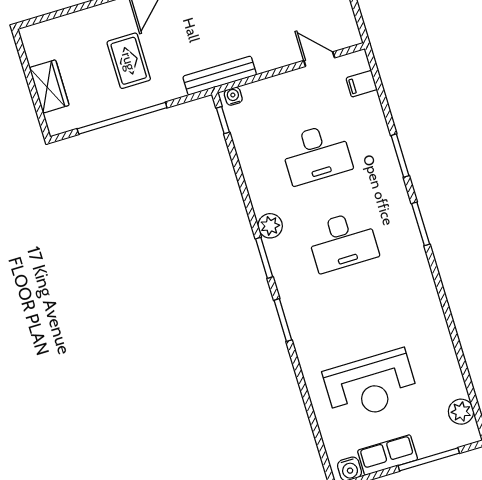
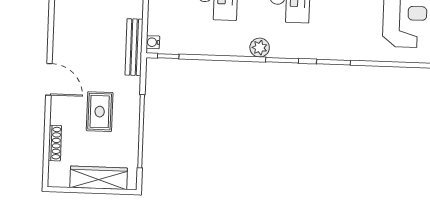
shoe rack: (73, 20) -> (55, 143), added
rug: (129, 61) -> (100, 112), turned 90
wardrobe: (49, 86) -> (99, 178), width x1.50

